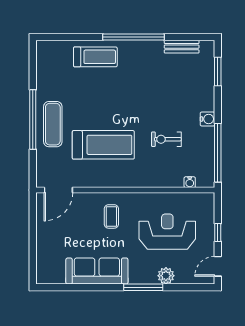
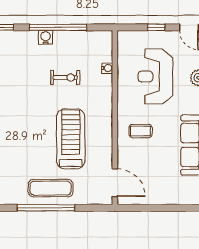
exercise bike: (166, 139) -> (65, 77), turned -90
window: (218, 153) -> (58, 27), moved
water cooler: (190, 182) -> (107, 68), moved

